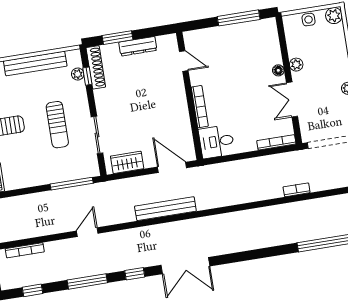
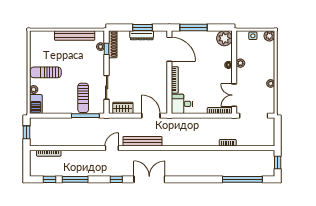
window: (239, 18) -> (193, 28), moved
plant: (265, 30) -> (224, 38), added
window: (118, 38) -> (142, 28), moved
door: (184, 61) -> (169, 49), width x1.87
double door: (292, 99) -> (234, 95), moved
sun lounger: (57, 125) -> (83, 98), moved
door: (87, 232) -> (112, 148), moved
double door: (185, 266) -> (149, 179), swing flipped
window: (87, 281) -> (75, 179), moved

